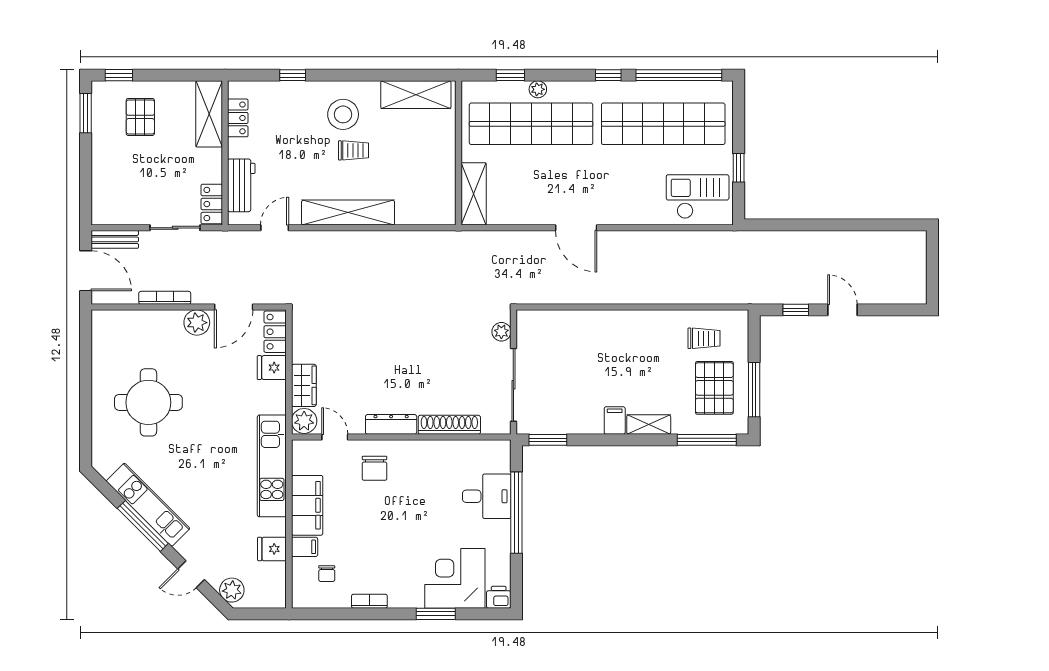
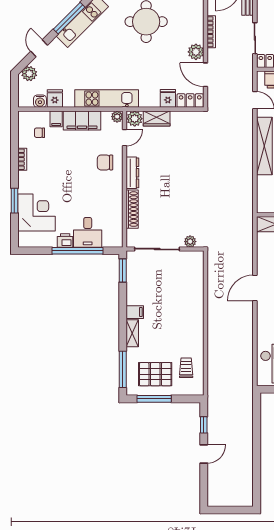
trolley: (704, 338) -> (186, 368), turned 180
plant: (301, 449) -> (117, 117), added
water cooler: (276, 573) -> (40, 101), added
printer: (499, 597) -> (65, 240), moved, turned -90

